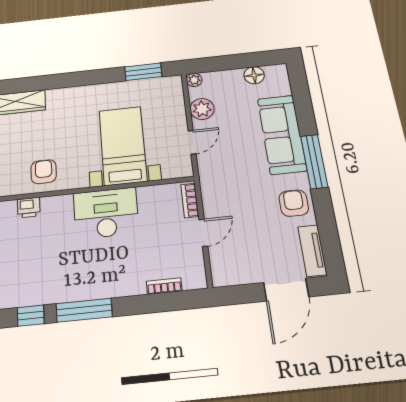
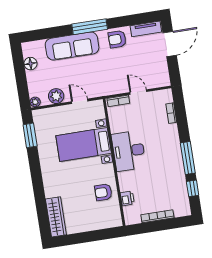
door: (286, 290) -> (170, 44), hinge flipped

